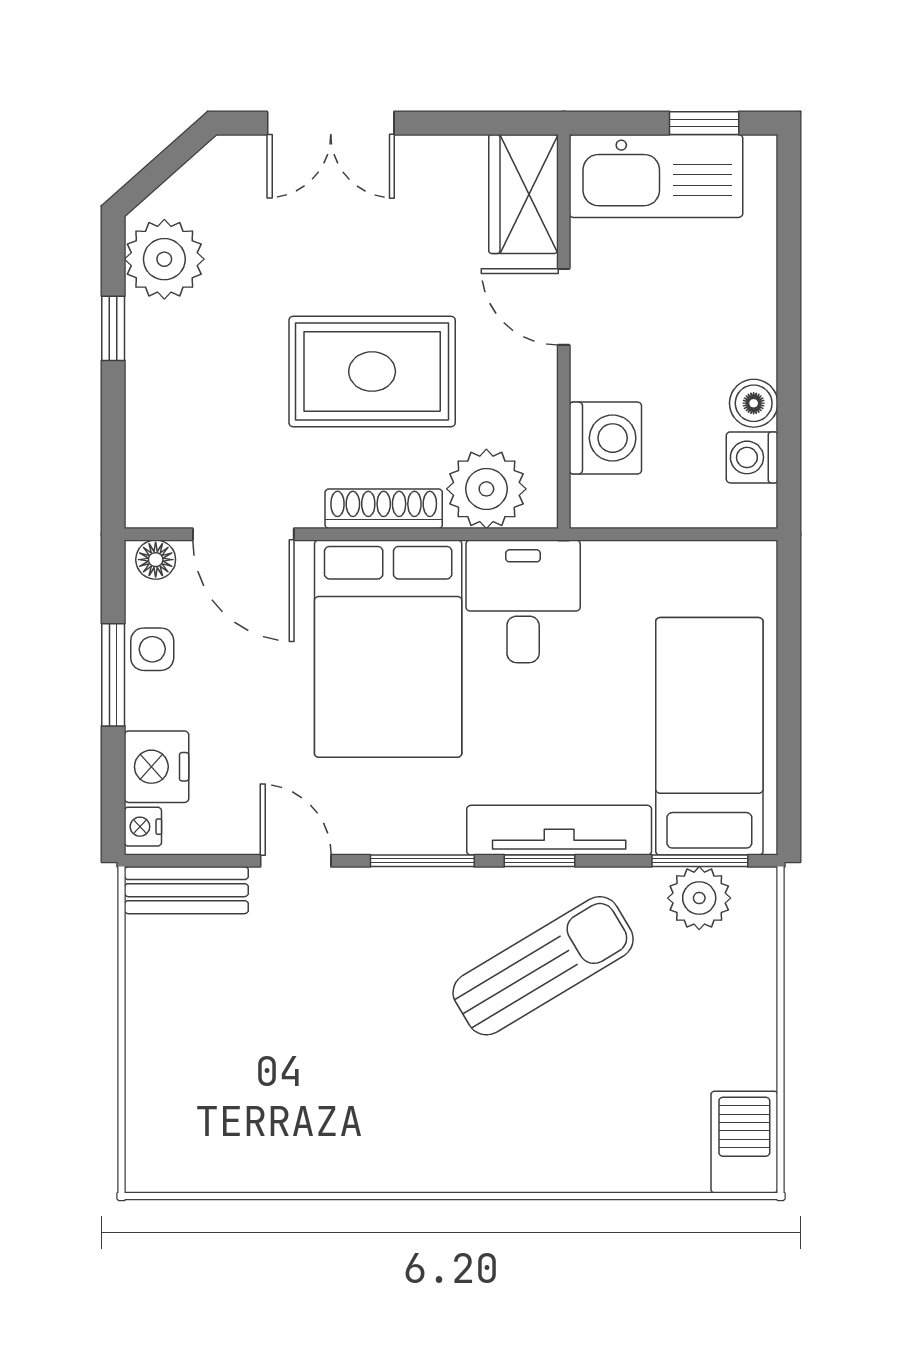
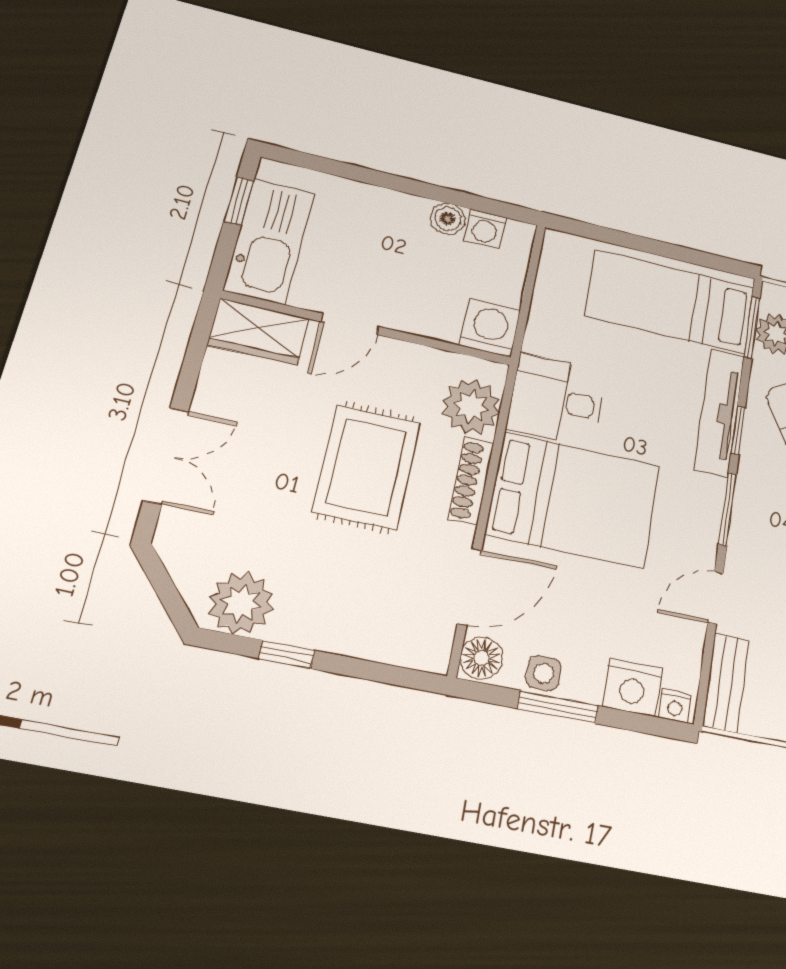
washing machine: (605, 438) -> (490, 328), moved
floor lamp: (156, 560) -> (482, 658), width x1.37, depth x1.37

